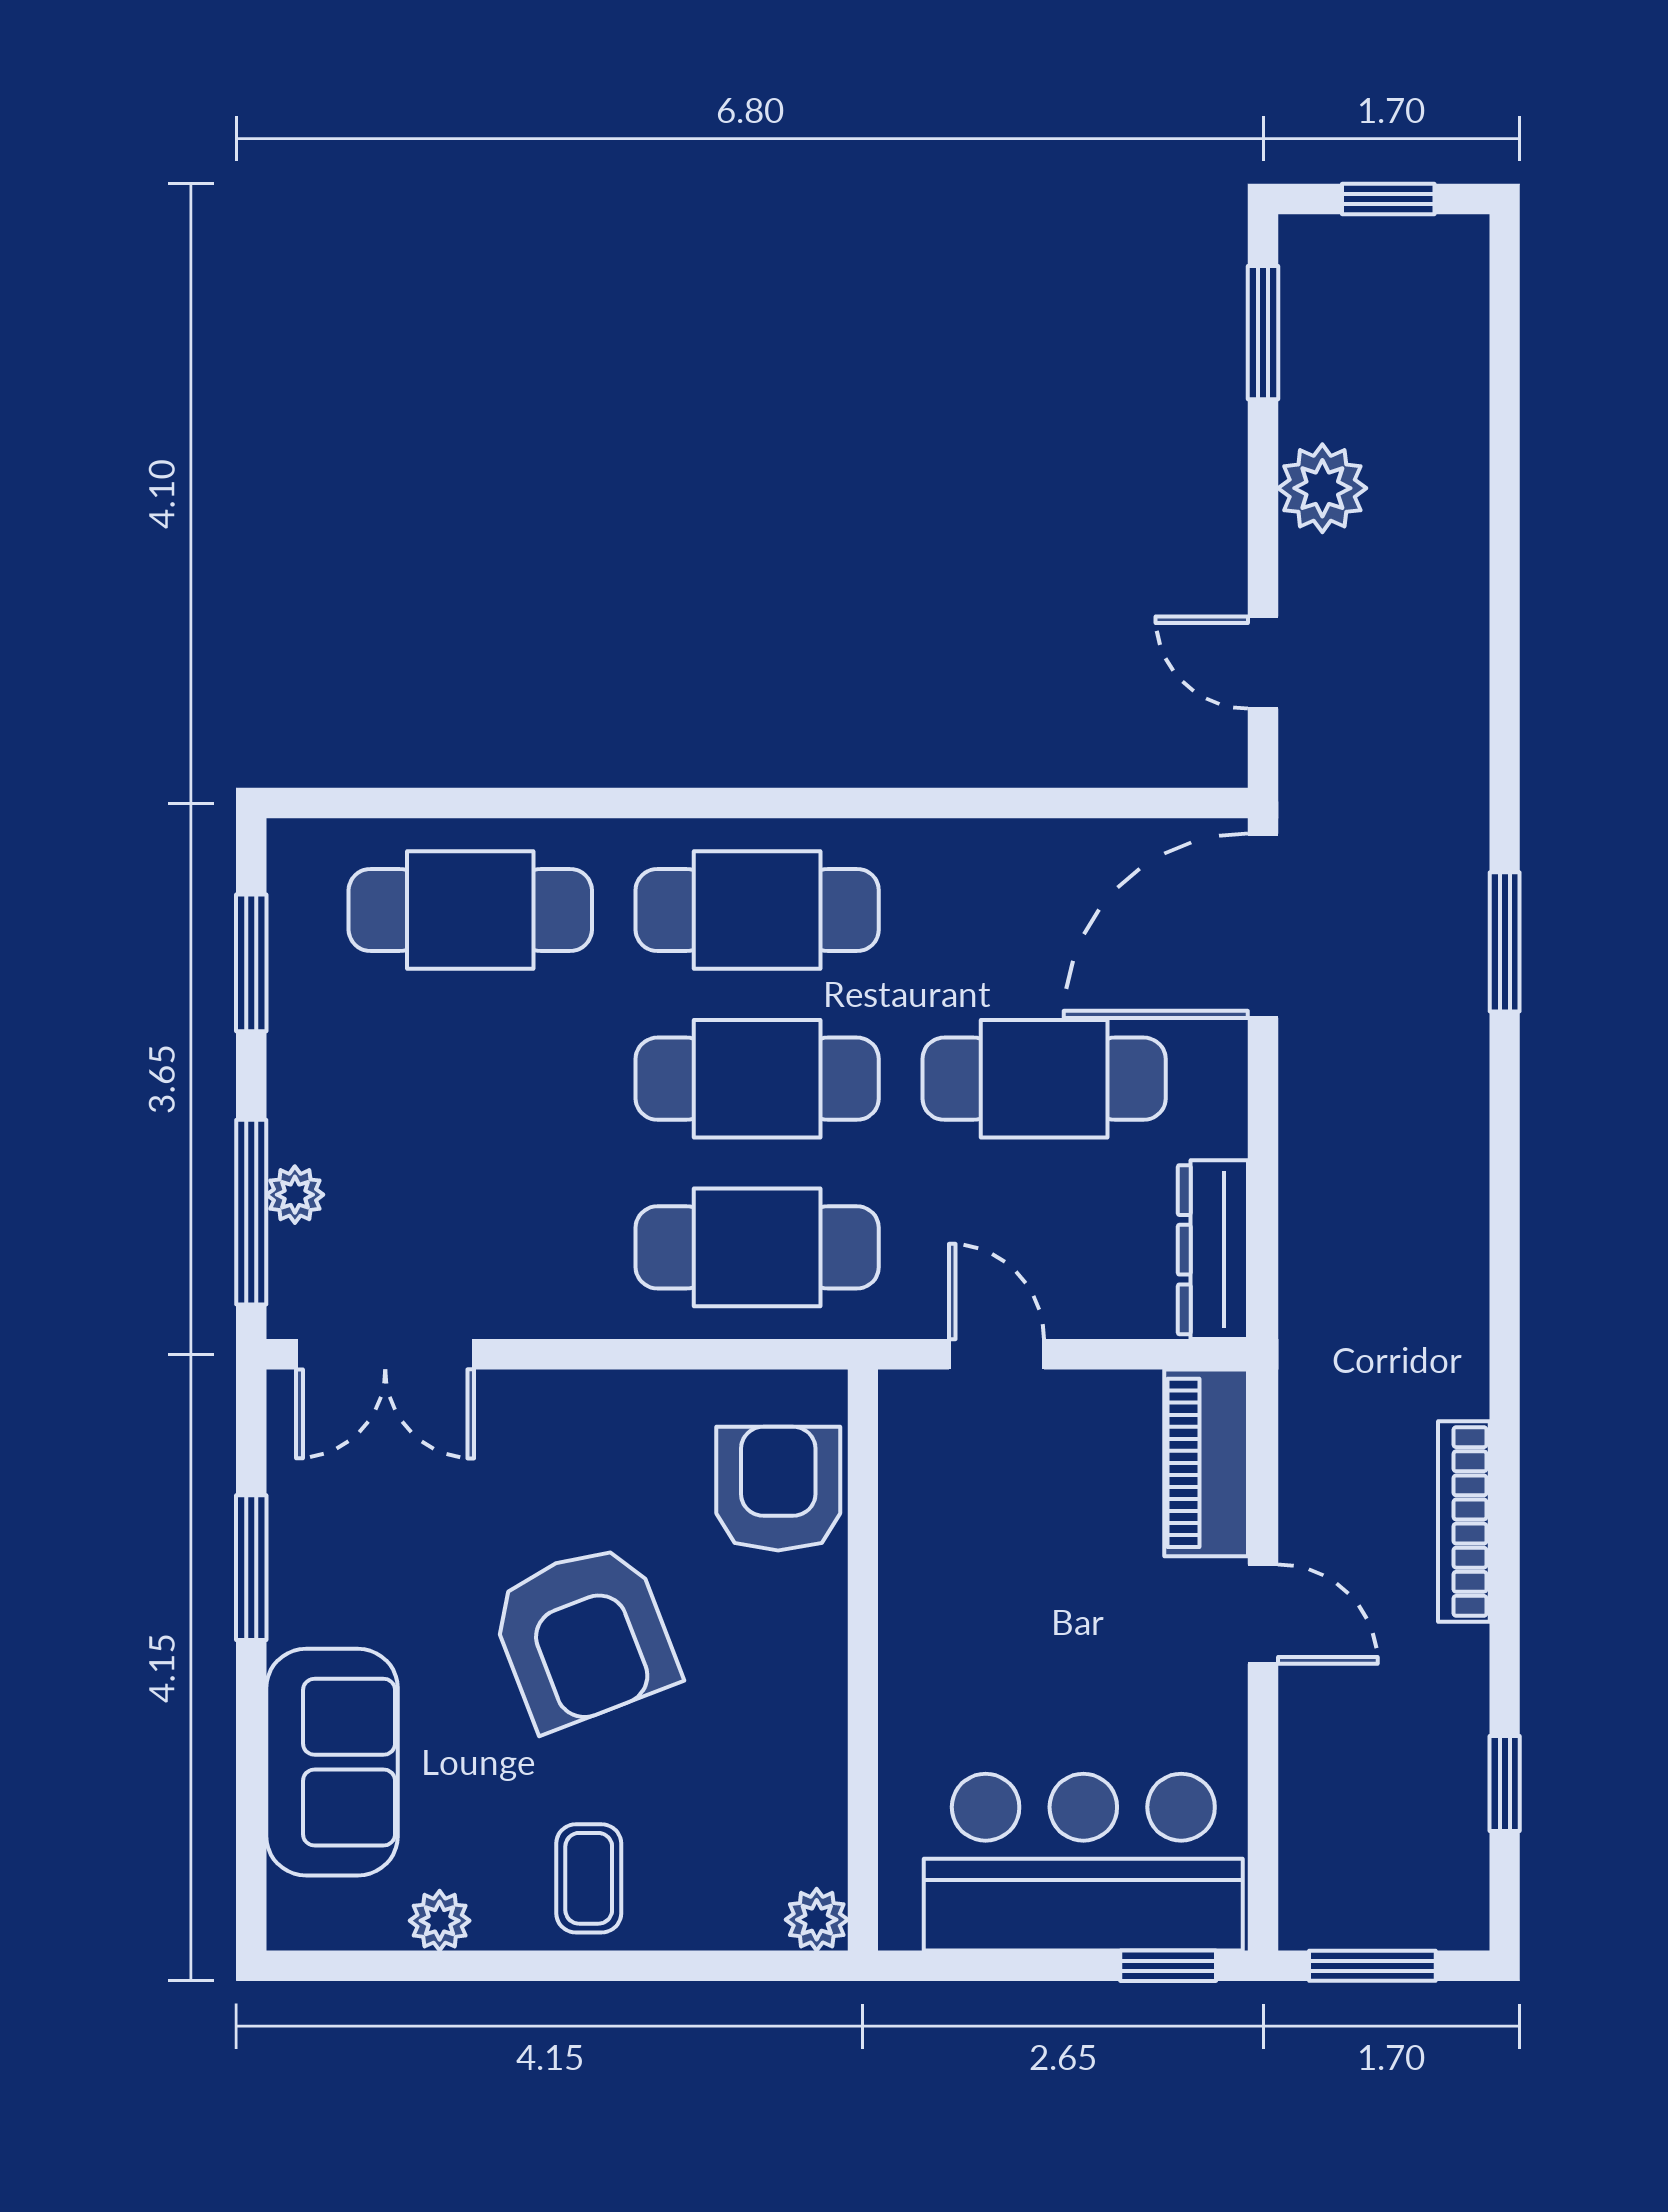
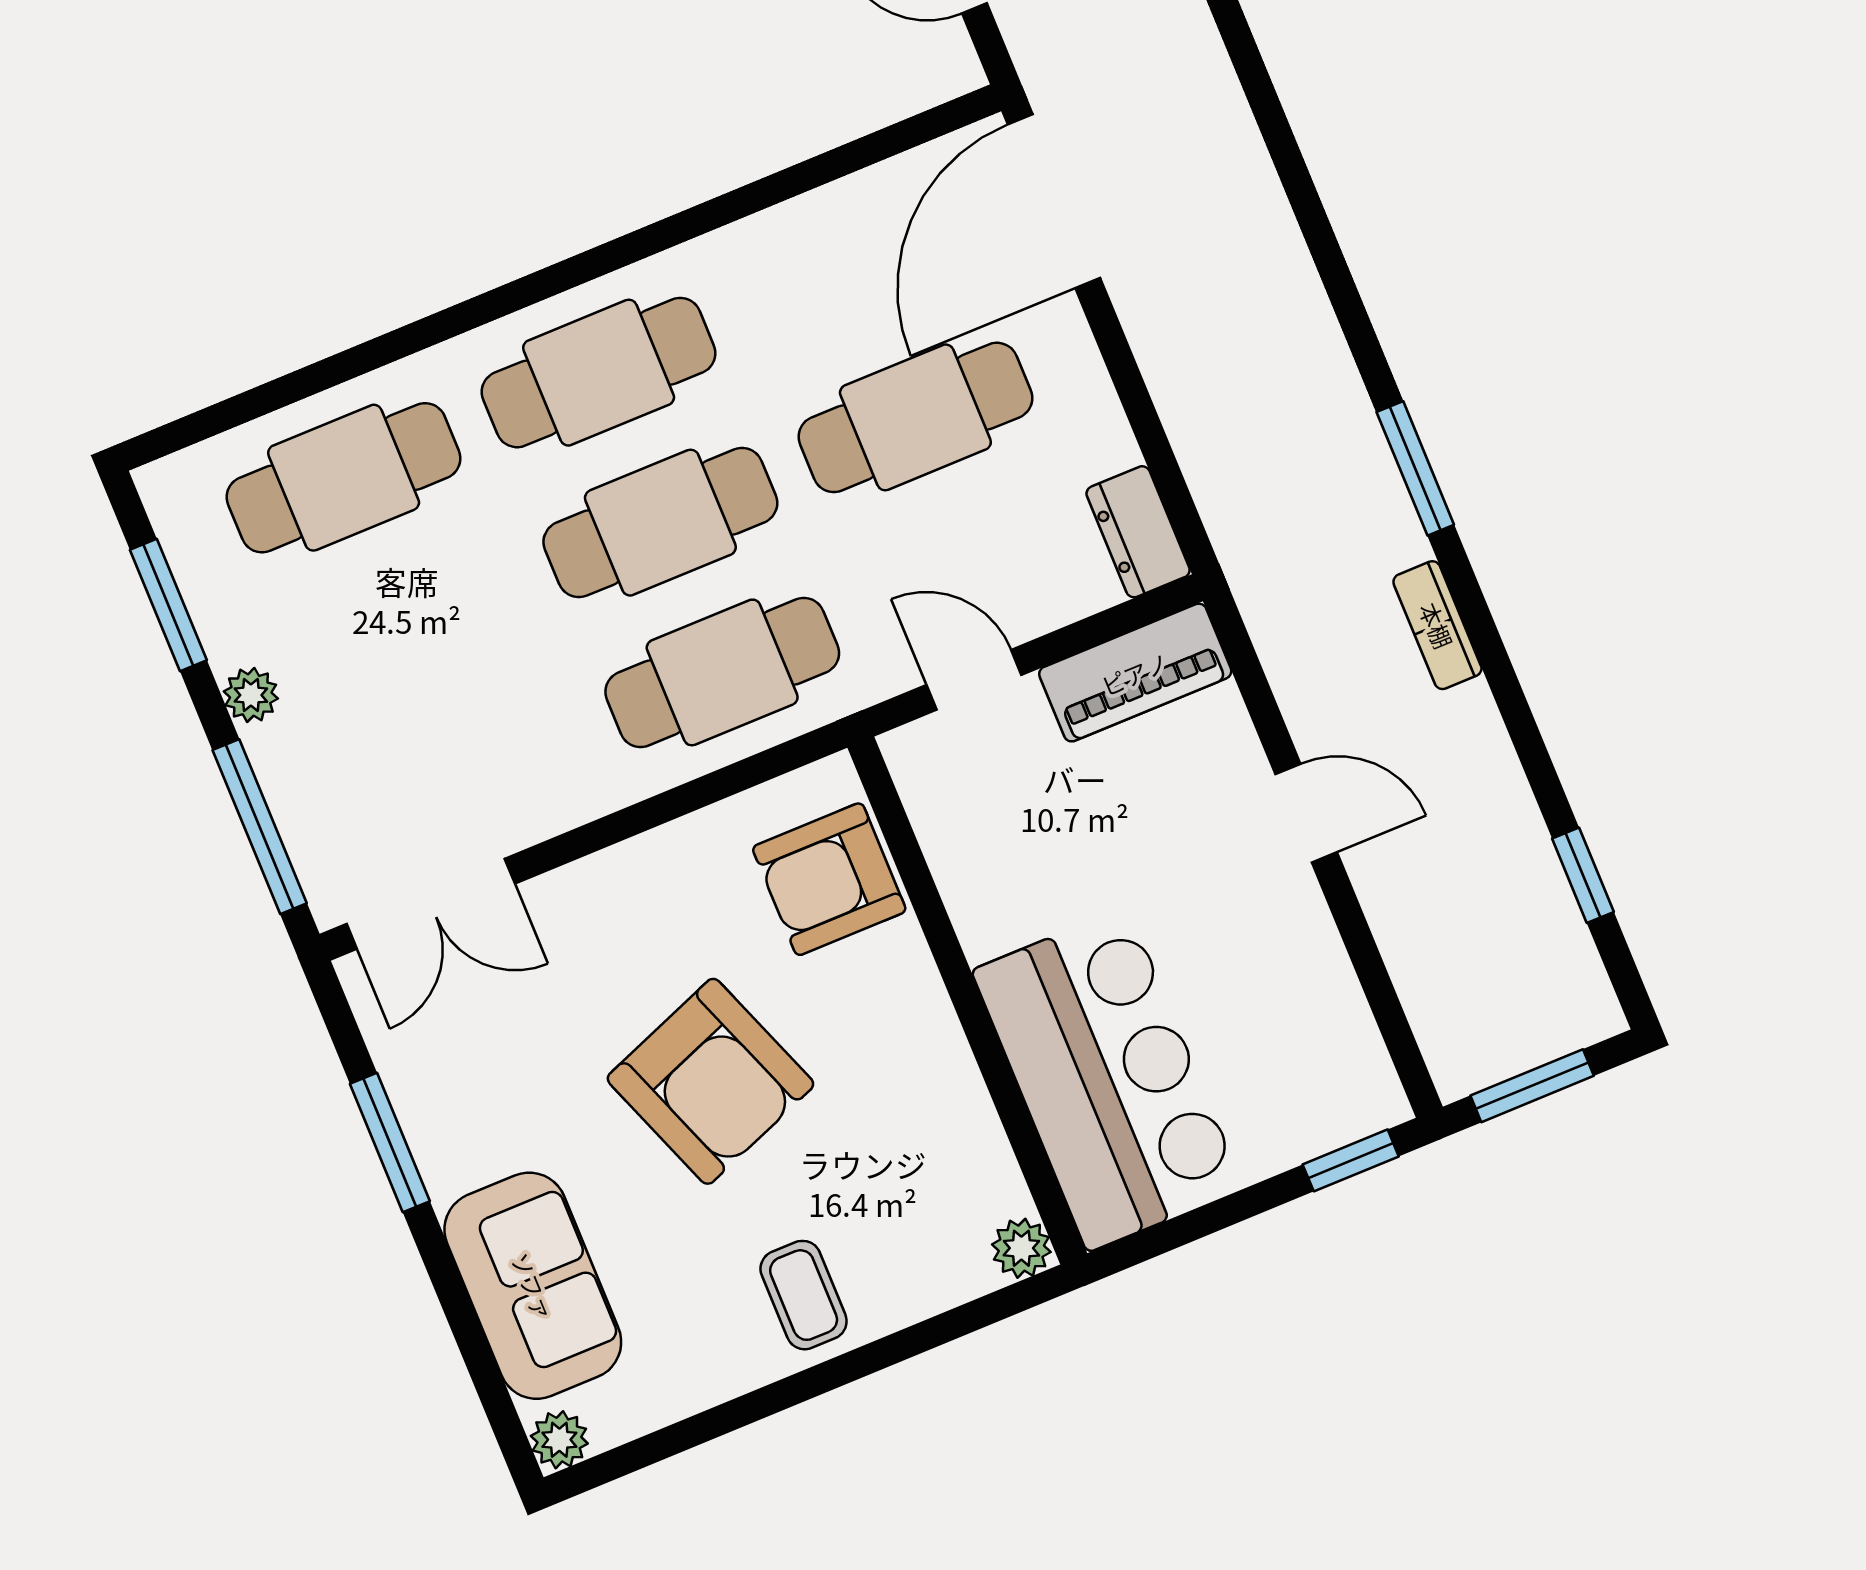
window: (1505, 942) -> (1415, 468), moved
plant: (295, 1195) -> (251, 695), moved
dresser: (1213, 1250) -> (1138, 532), width x0.70
piano: (1206, 1463) -> (1135, 673), moved, turned -90
armchair: (778, 1489) -> (829, 879), turned -90
bookcase: (1464, 1522) -> (1437, 625), width x0.64
bar counter: (1083, 1862) -> (1108, 1079), moved, turned 90
plant: (440, 1921) -> (559, 1440), moved

